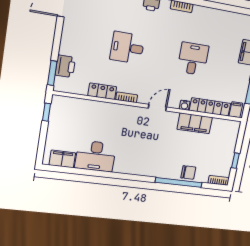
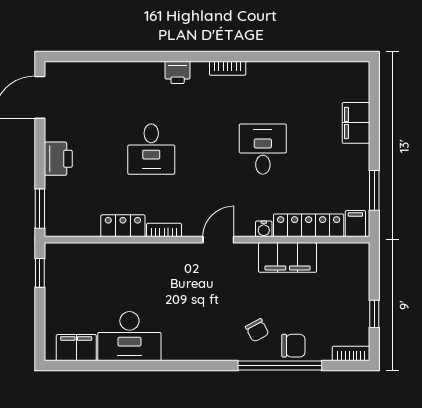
desk: (127, 48) -> (151, 149), turned -90
printer: (65, 66) -> (58, 159), moved
chair: (170, 162) -> (257, 330), added

